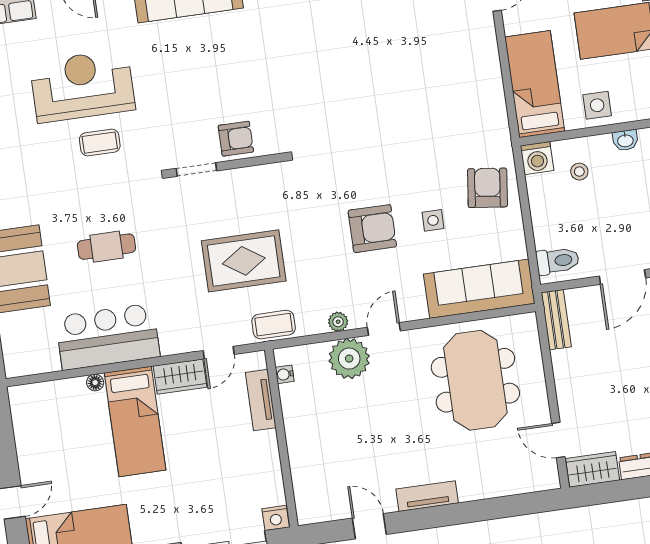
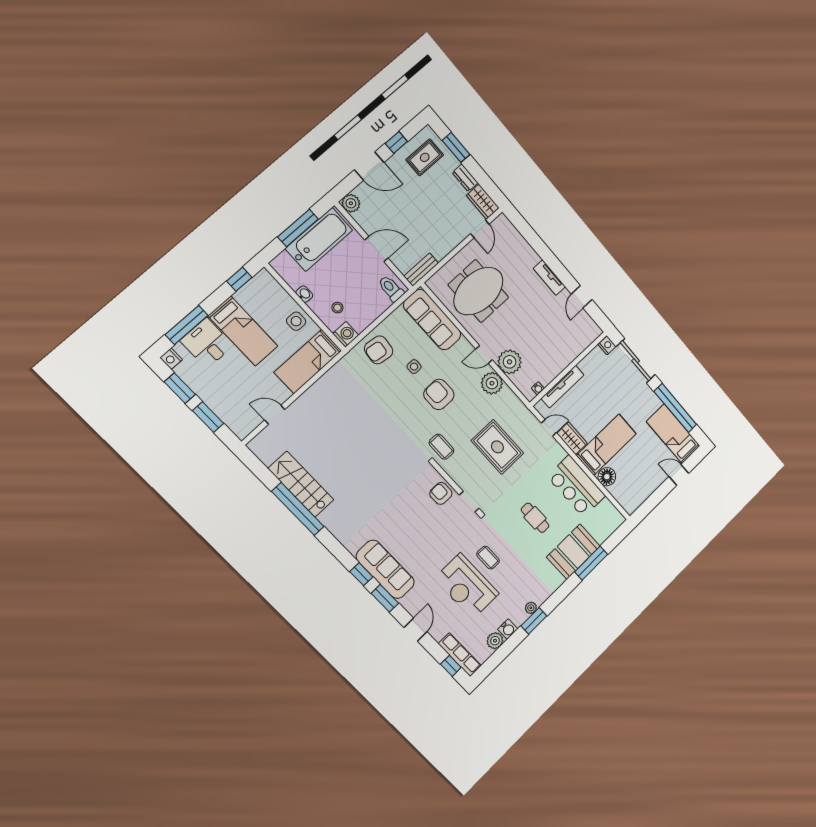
plant: (338, 322) -> (492, 383), width x1.88, depth x1.88
coffee table: (274, 325) -> (441, 447), moved
floor lamp: (95, 383) -> (607, 477), width x1.89, depth x1.89
tv unit: (261, 400) -> (563, 387), width x1.41

